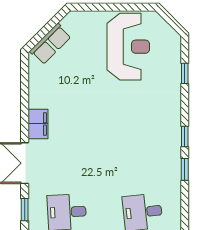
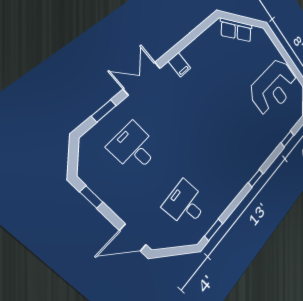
filing cabinet: (38, 124) -> (179, 65), width x0.50
window: (185, 169) -> (214, 230), moved

